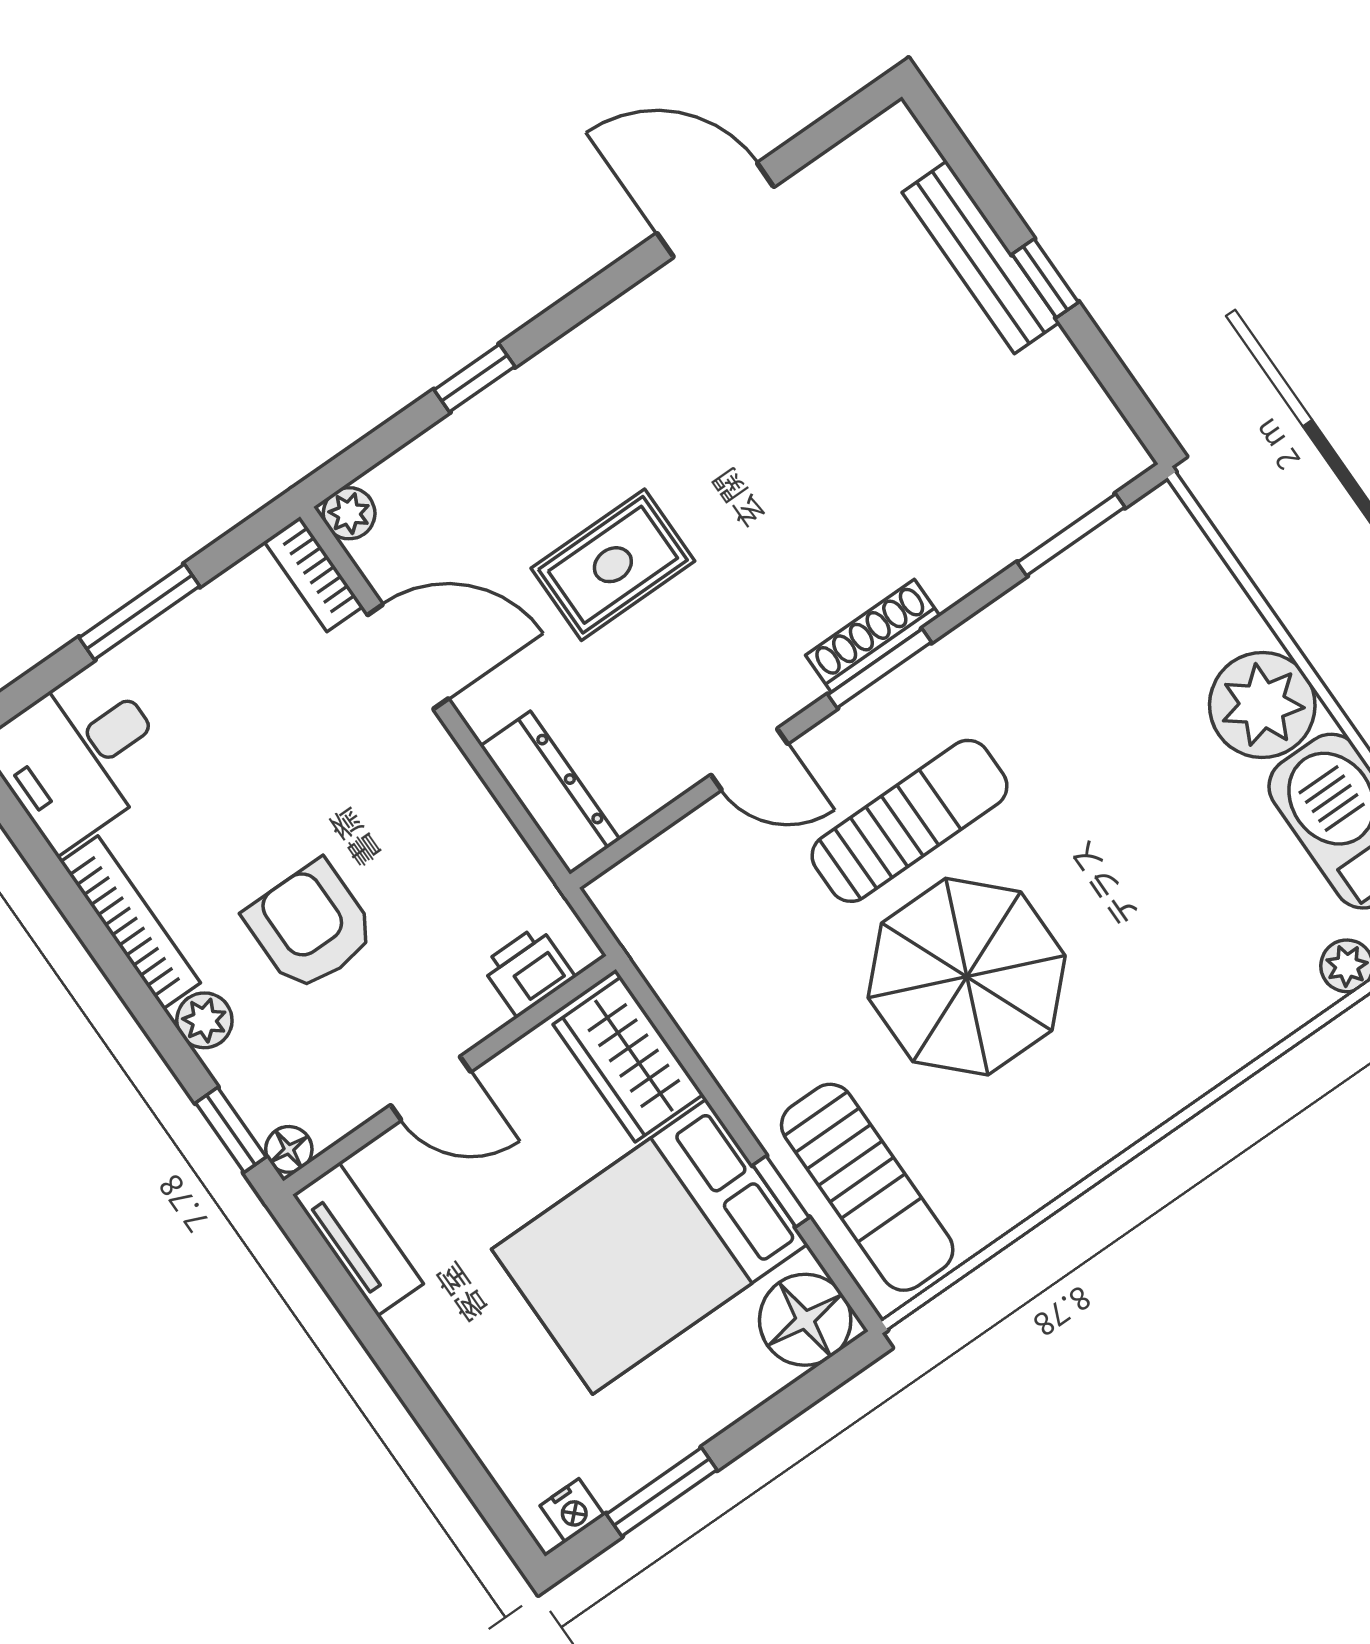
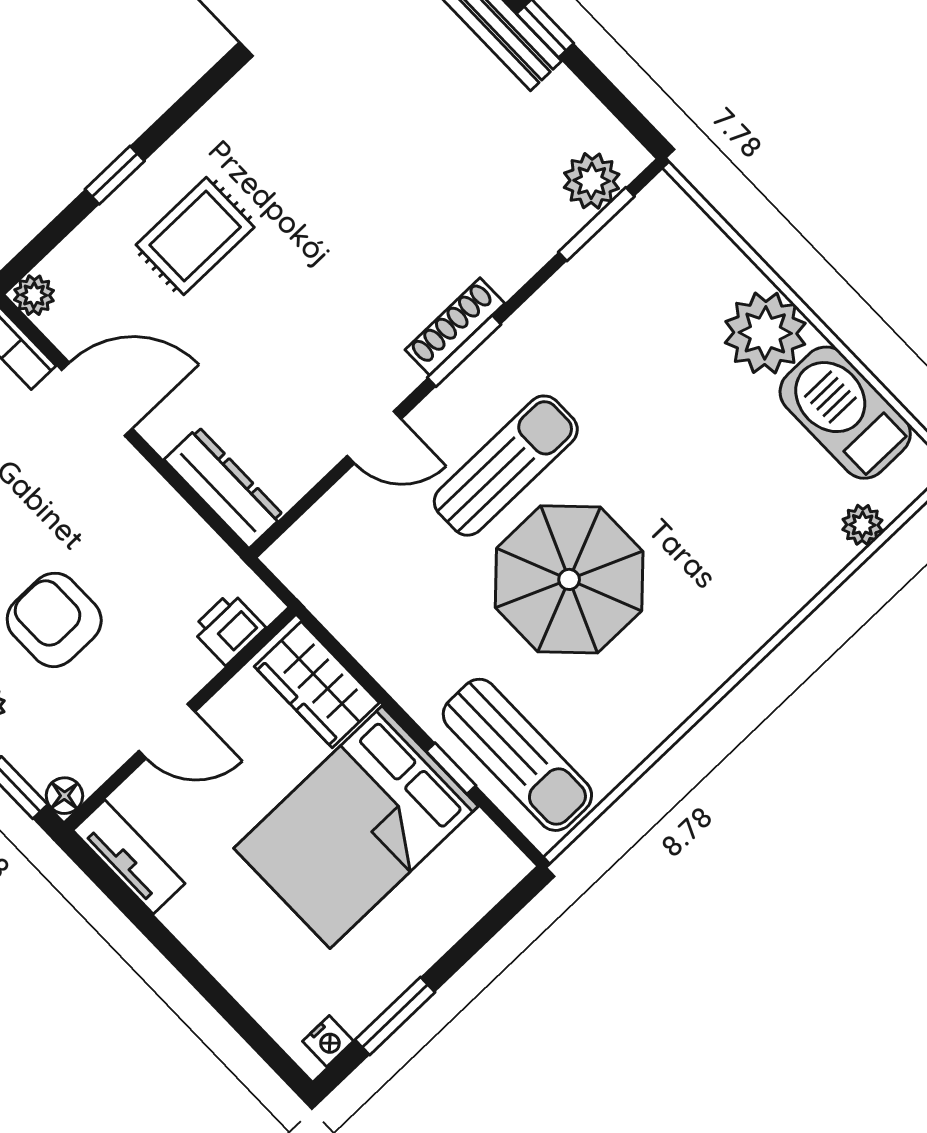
plant: (1074, 479) -> (592, 181), added
rug: (613, 565) -> (195, 236), moved
floor lamp: (805, 1320) -> (485, 865), removed

